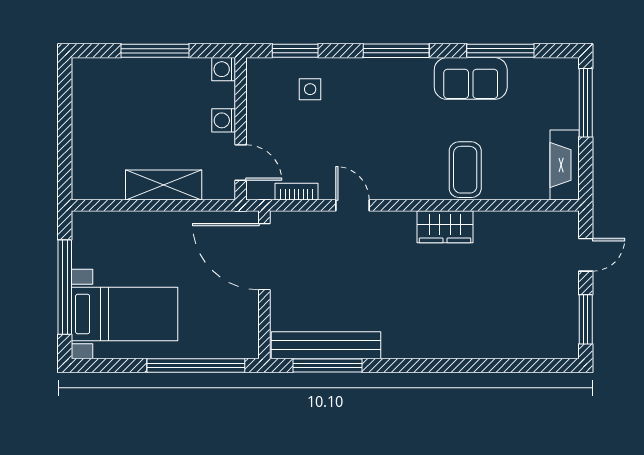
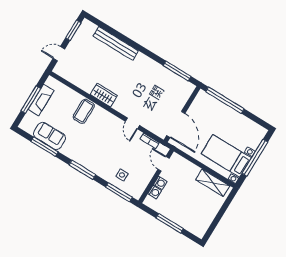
window: (295, 51) -> (119, 192), width x1.44
washing machine: (224, 69) -> (155, 192), moved
sofa: (471, 78) -> (50, 136), moved
window: (586, 103) -> (31, 100), moved
fireplace: (565, 165) -> (41, 100), moved
shelving: (164, 185) -> (213, 183), moved
bed with nightstands: (124, 314) -> (226, 156), moved
bench: (326, 345) -> (116, 43), moved

